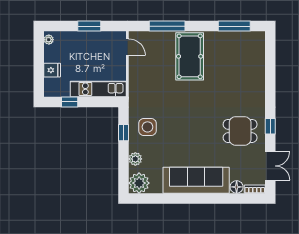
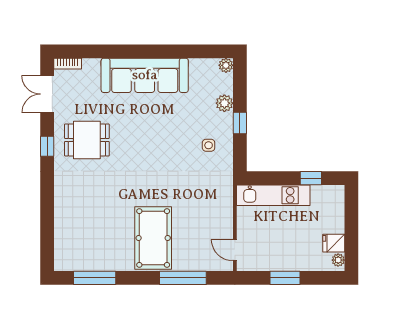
fridge: (52, 70) -> (334, 243), moved
side table: (147, 127) -> (209, 145), width x0.54, depth x0.54
window: (124, 133) -> (240, 123), moved
plant: (139, 183) -> (226, 65), width x0.53, depth x0.53
floor lamp: (237, 187) -> (92, 66), removed

